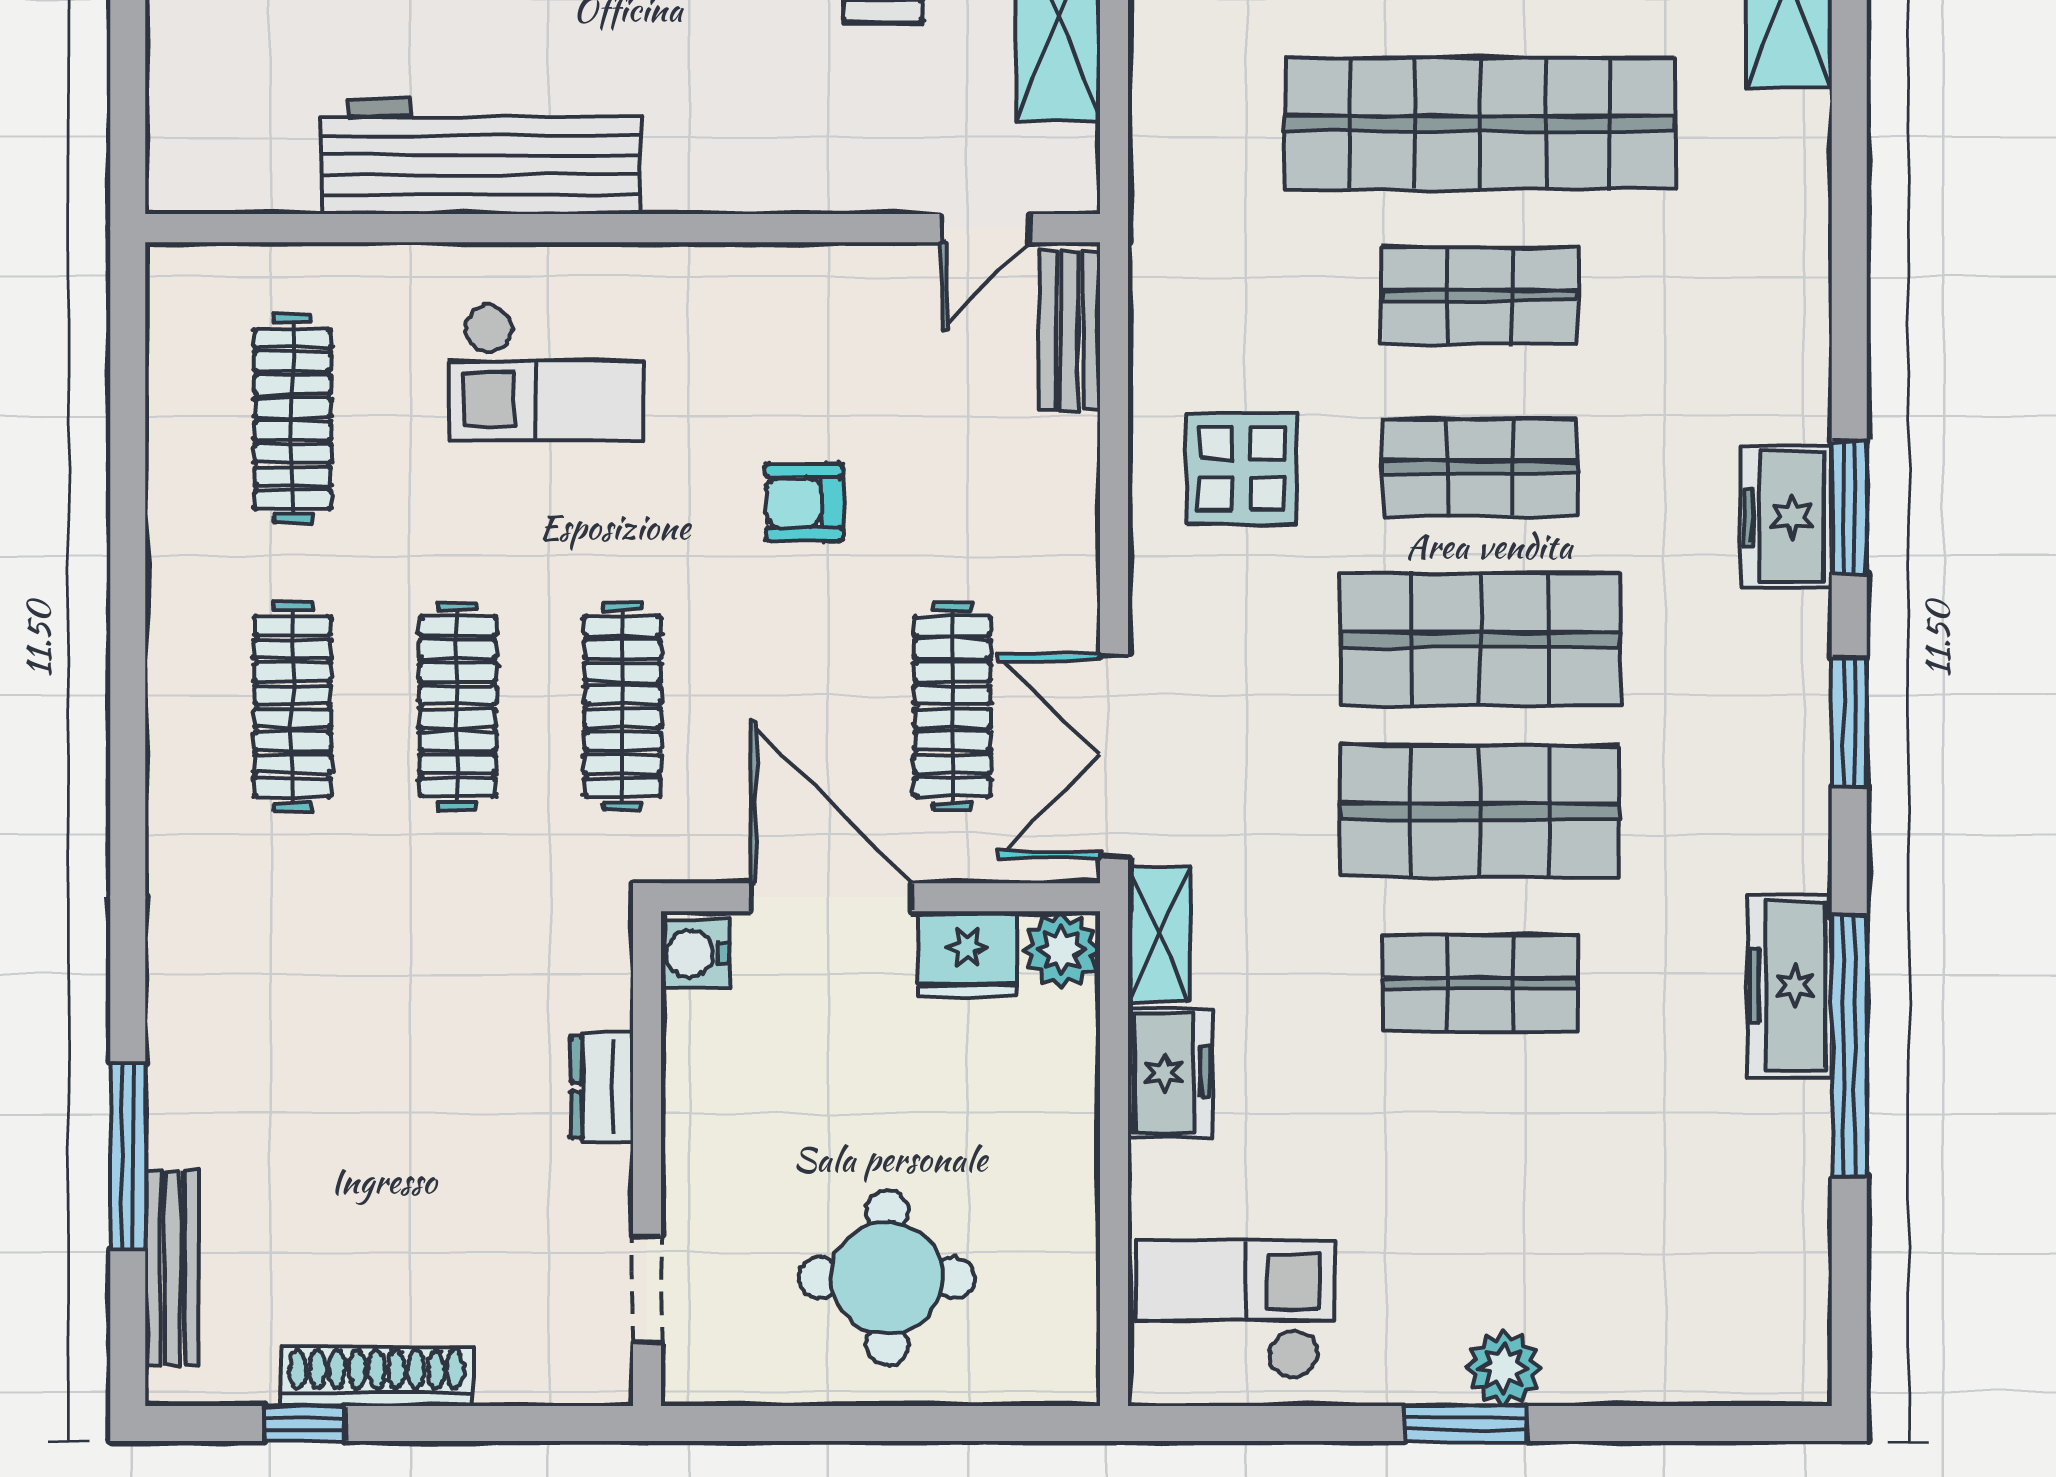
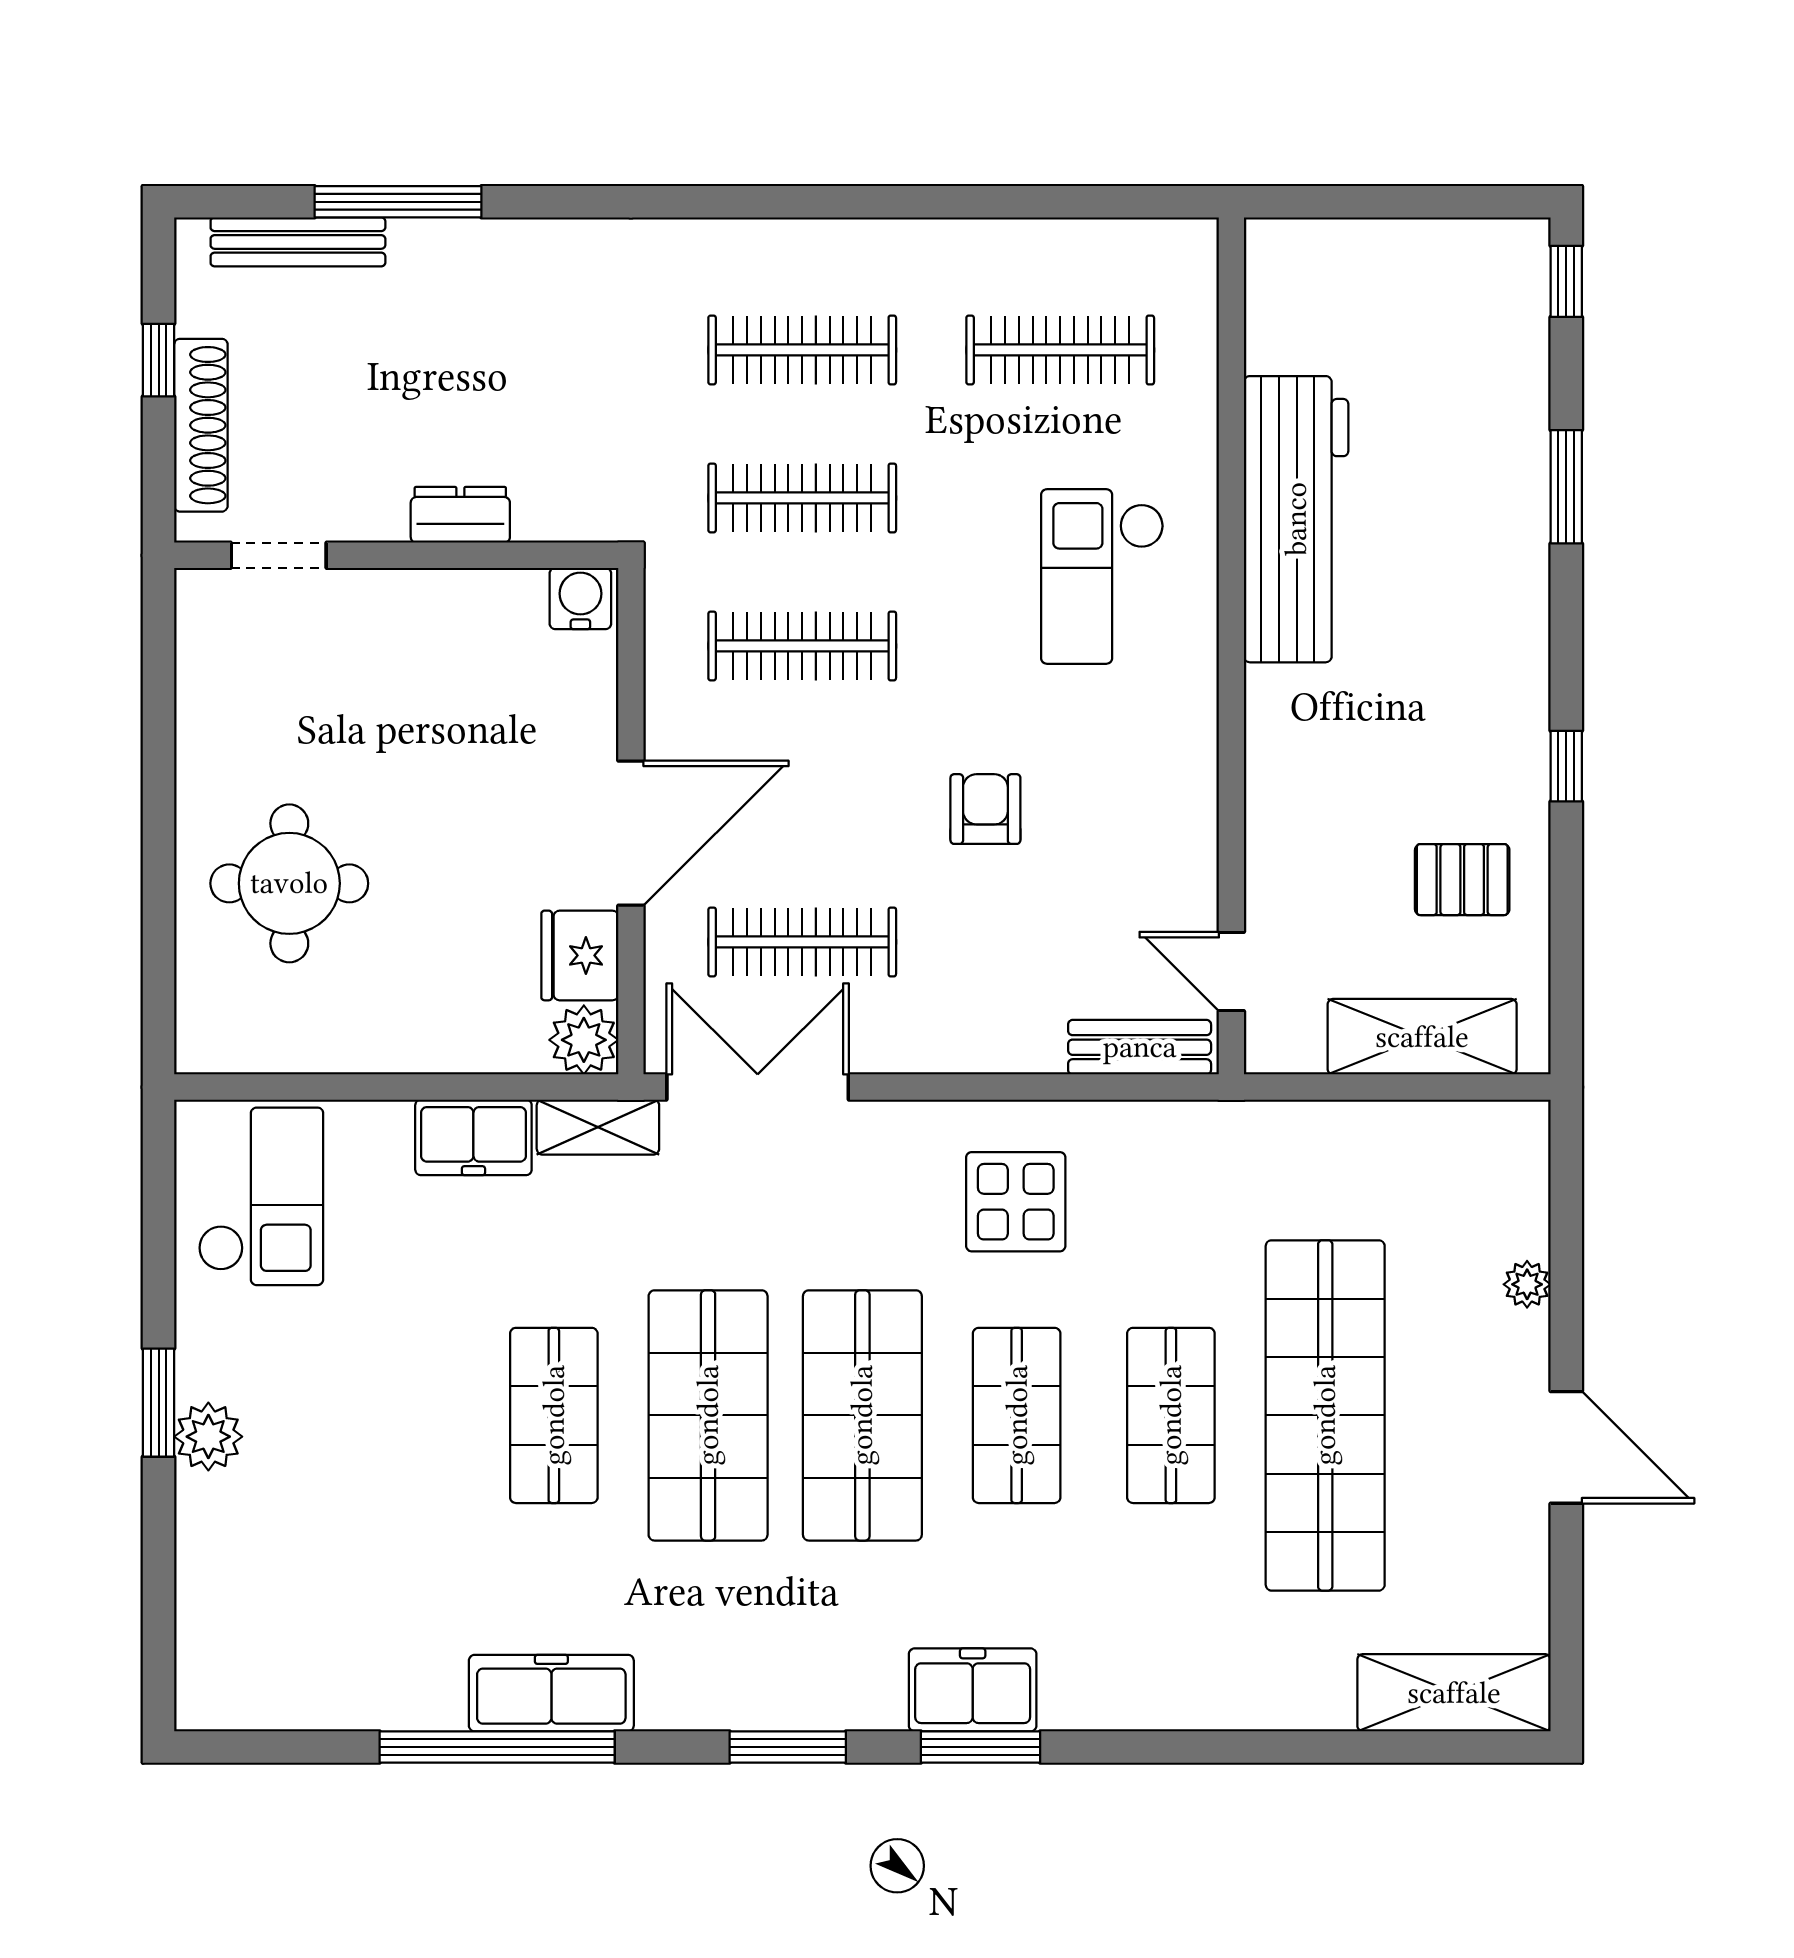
water cooler: (695, 954) -> (580, 599), moved
dresser: (602, 1087) -> (460, 515), moved
wall: (647, 1159) -> (396, 555), moved
doorway: (647, 1290) -> (279, 555), moved

